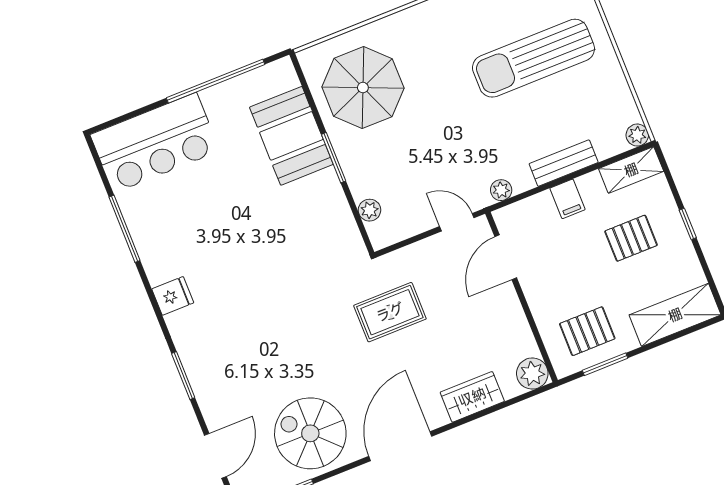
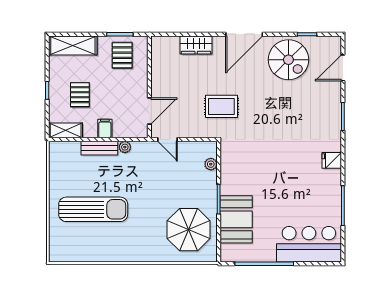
plant: (637, 135) -> (55, 147), removed
plant: (501, 190) -> (125, 147), moved
pallet: (631, 238) -> (80, 95), turned 90
pallet: (587, 331) -> (122, 55), turned 90
plant: (532, 374) -> (160, 45), removed

